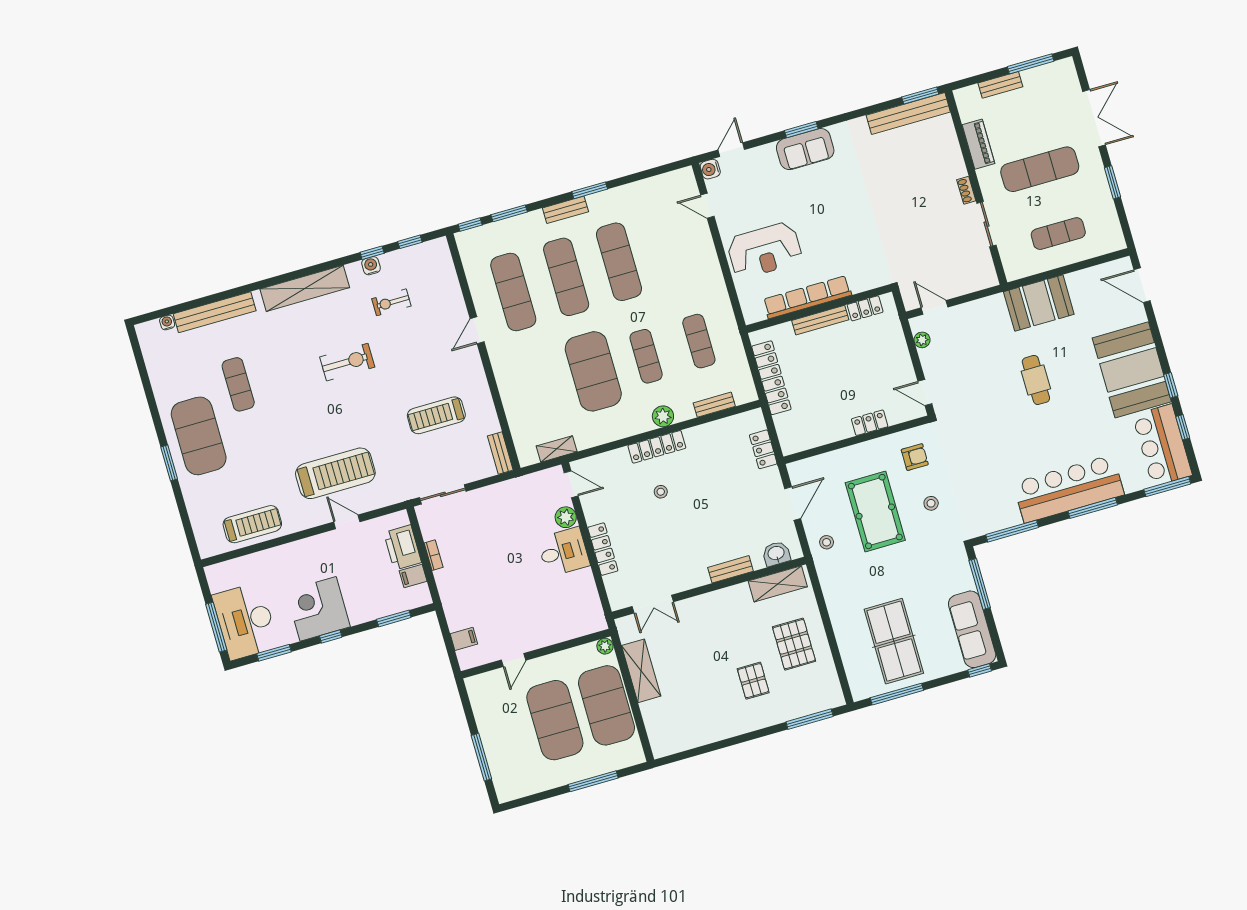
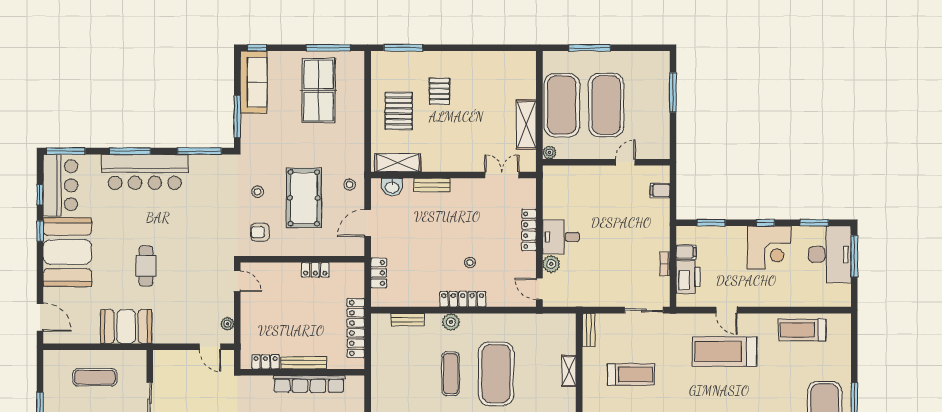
exercise mat: (699, 341) -> (405, 374), removed
locker: (870, 423) -> (315, 270), moved
shelving: (557, 449) -> (569, 371), moved, turned 90

